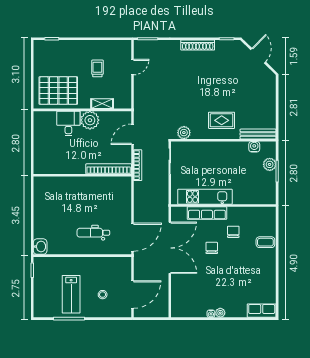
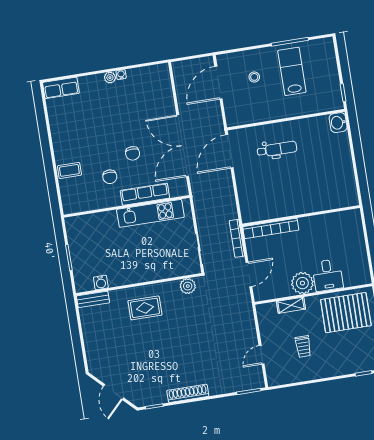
bench: (258, 134) -> (93, 299), width x0.73
plant: (270, 164) -> (79, 264), removed

